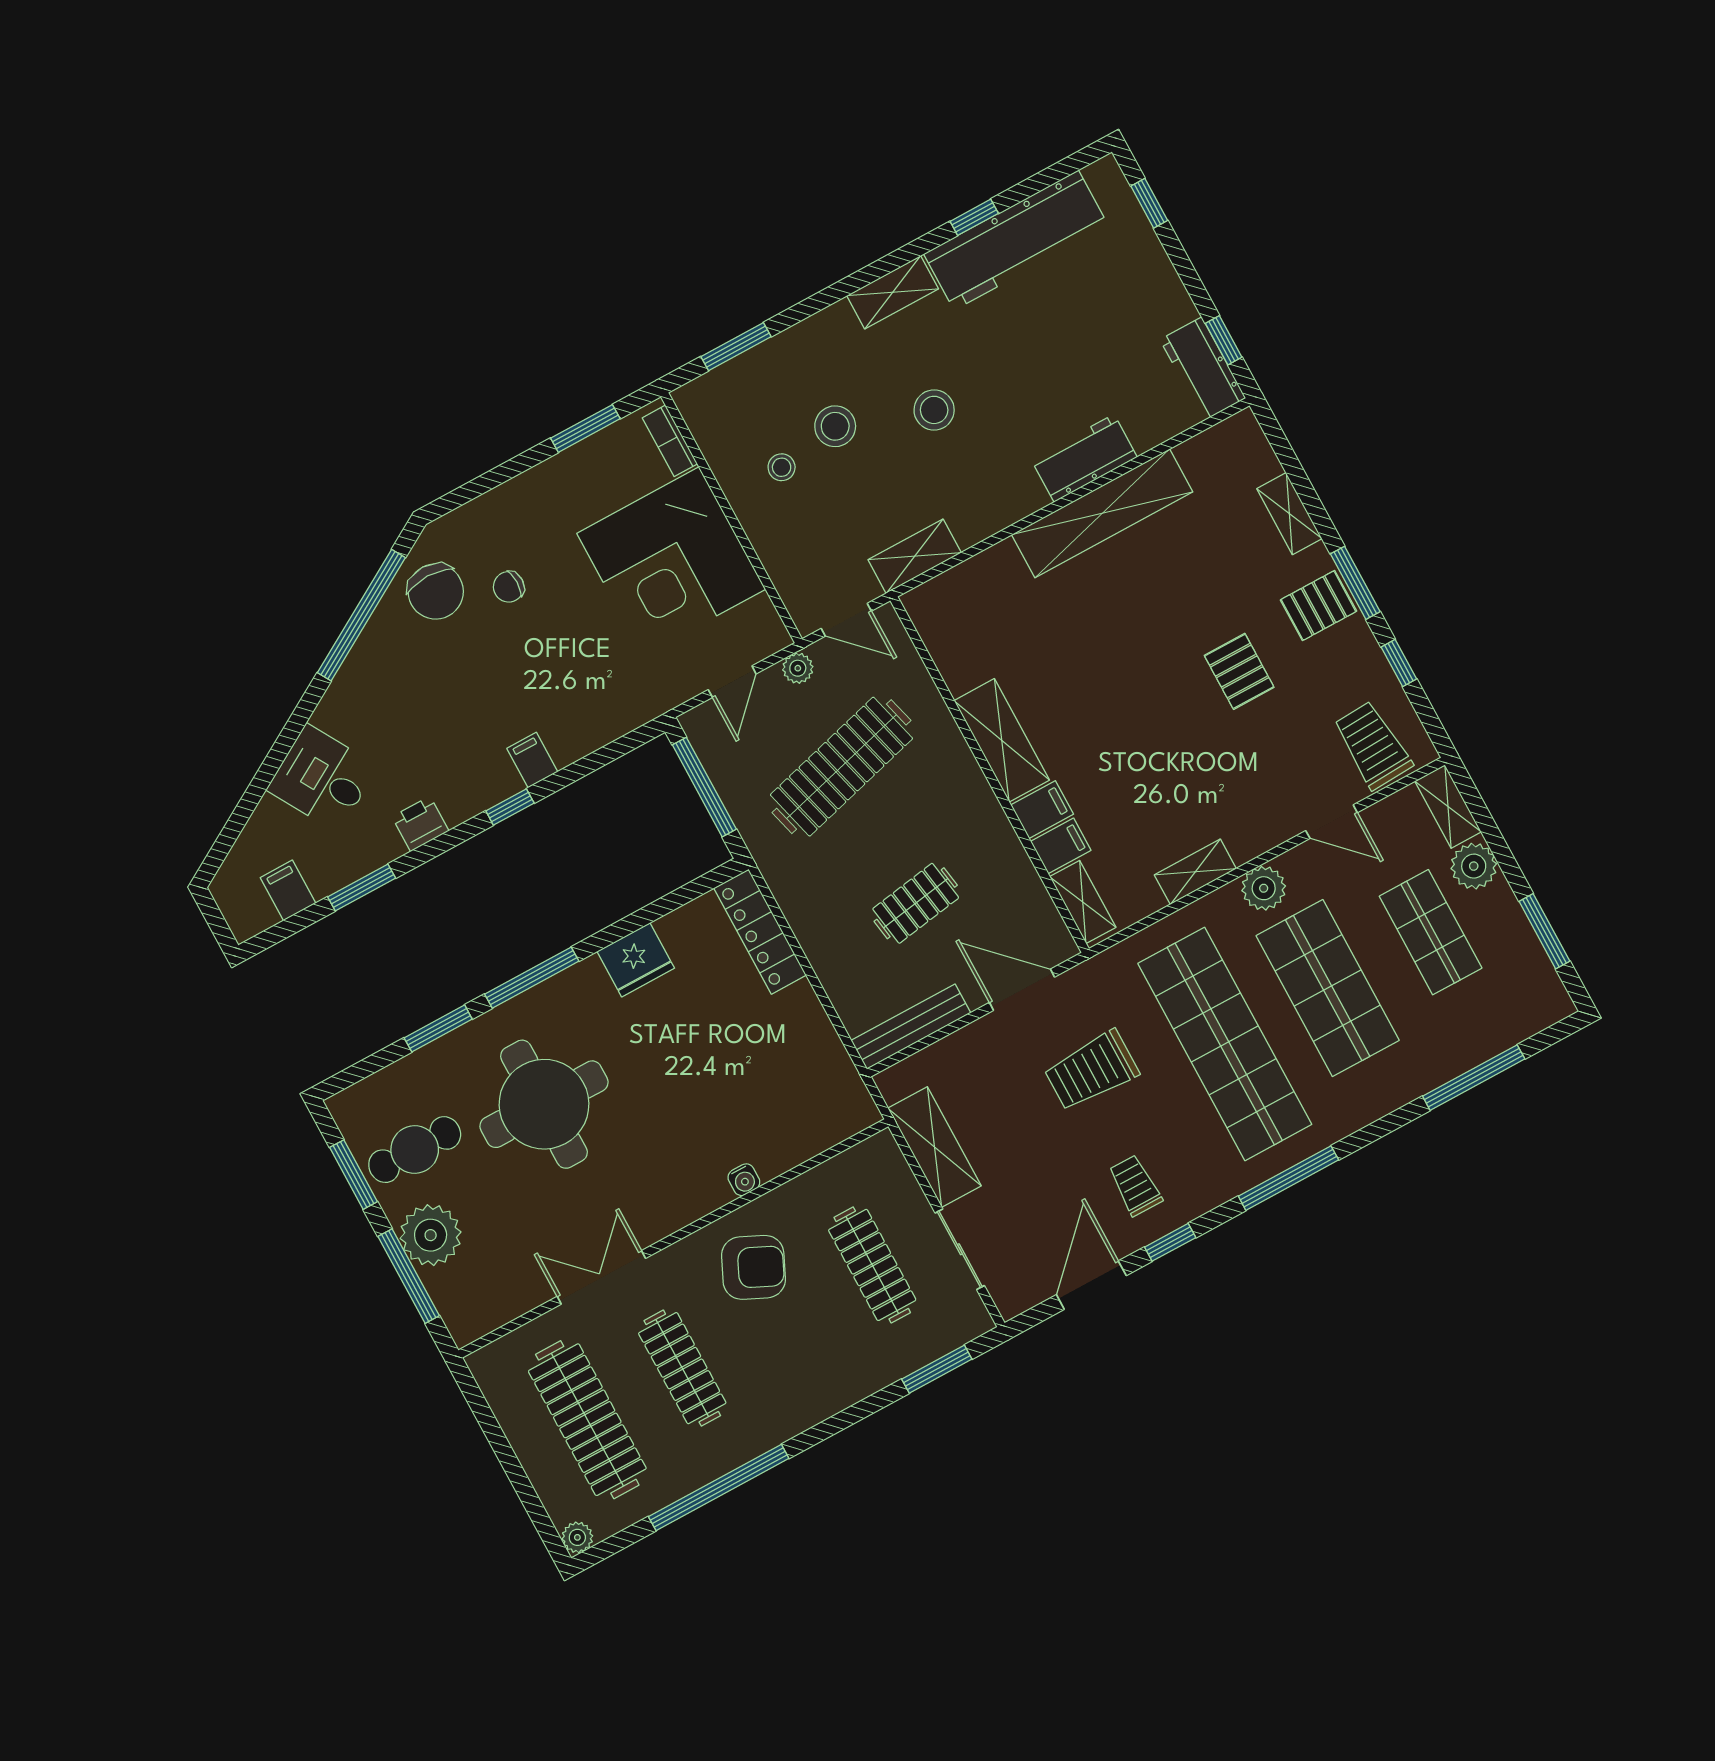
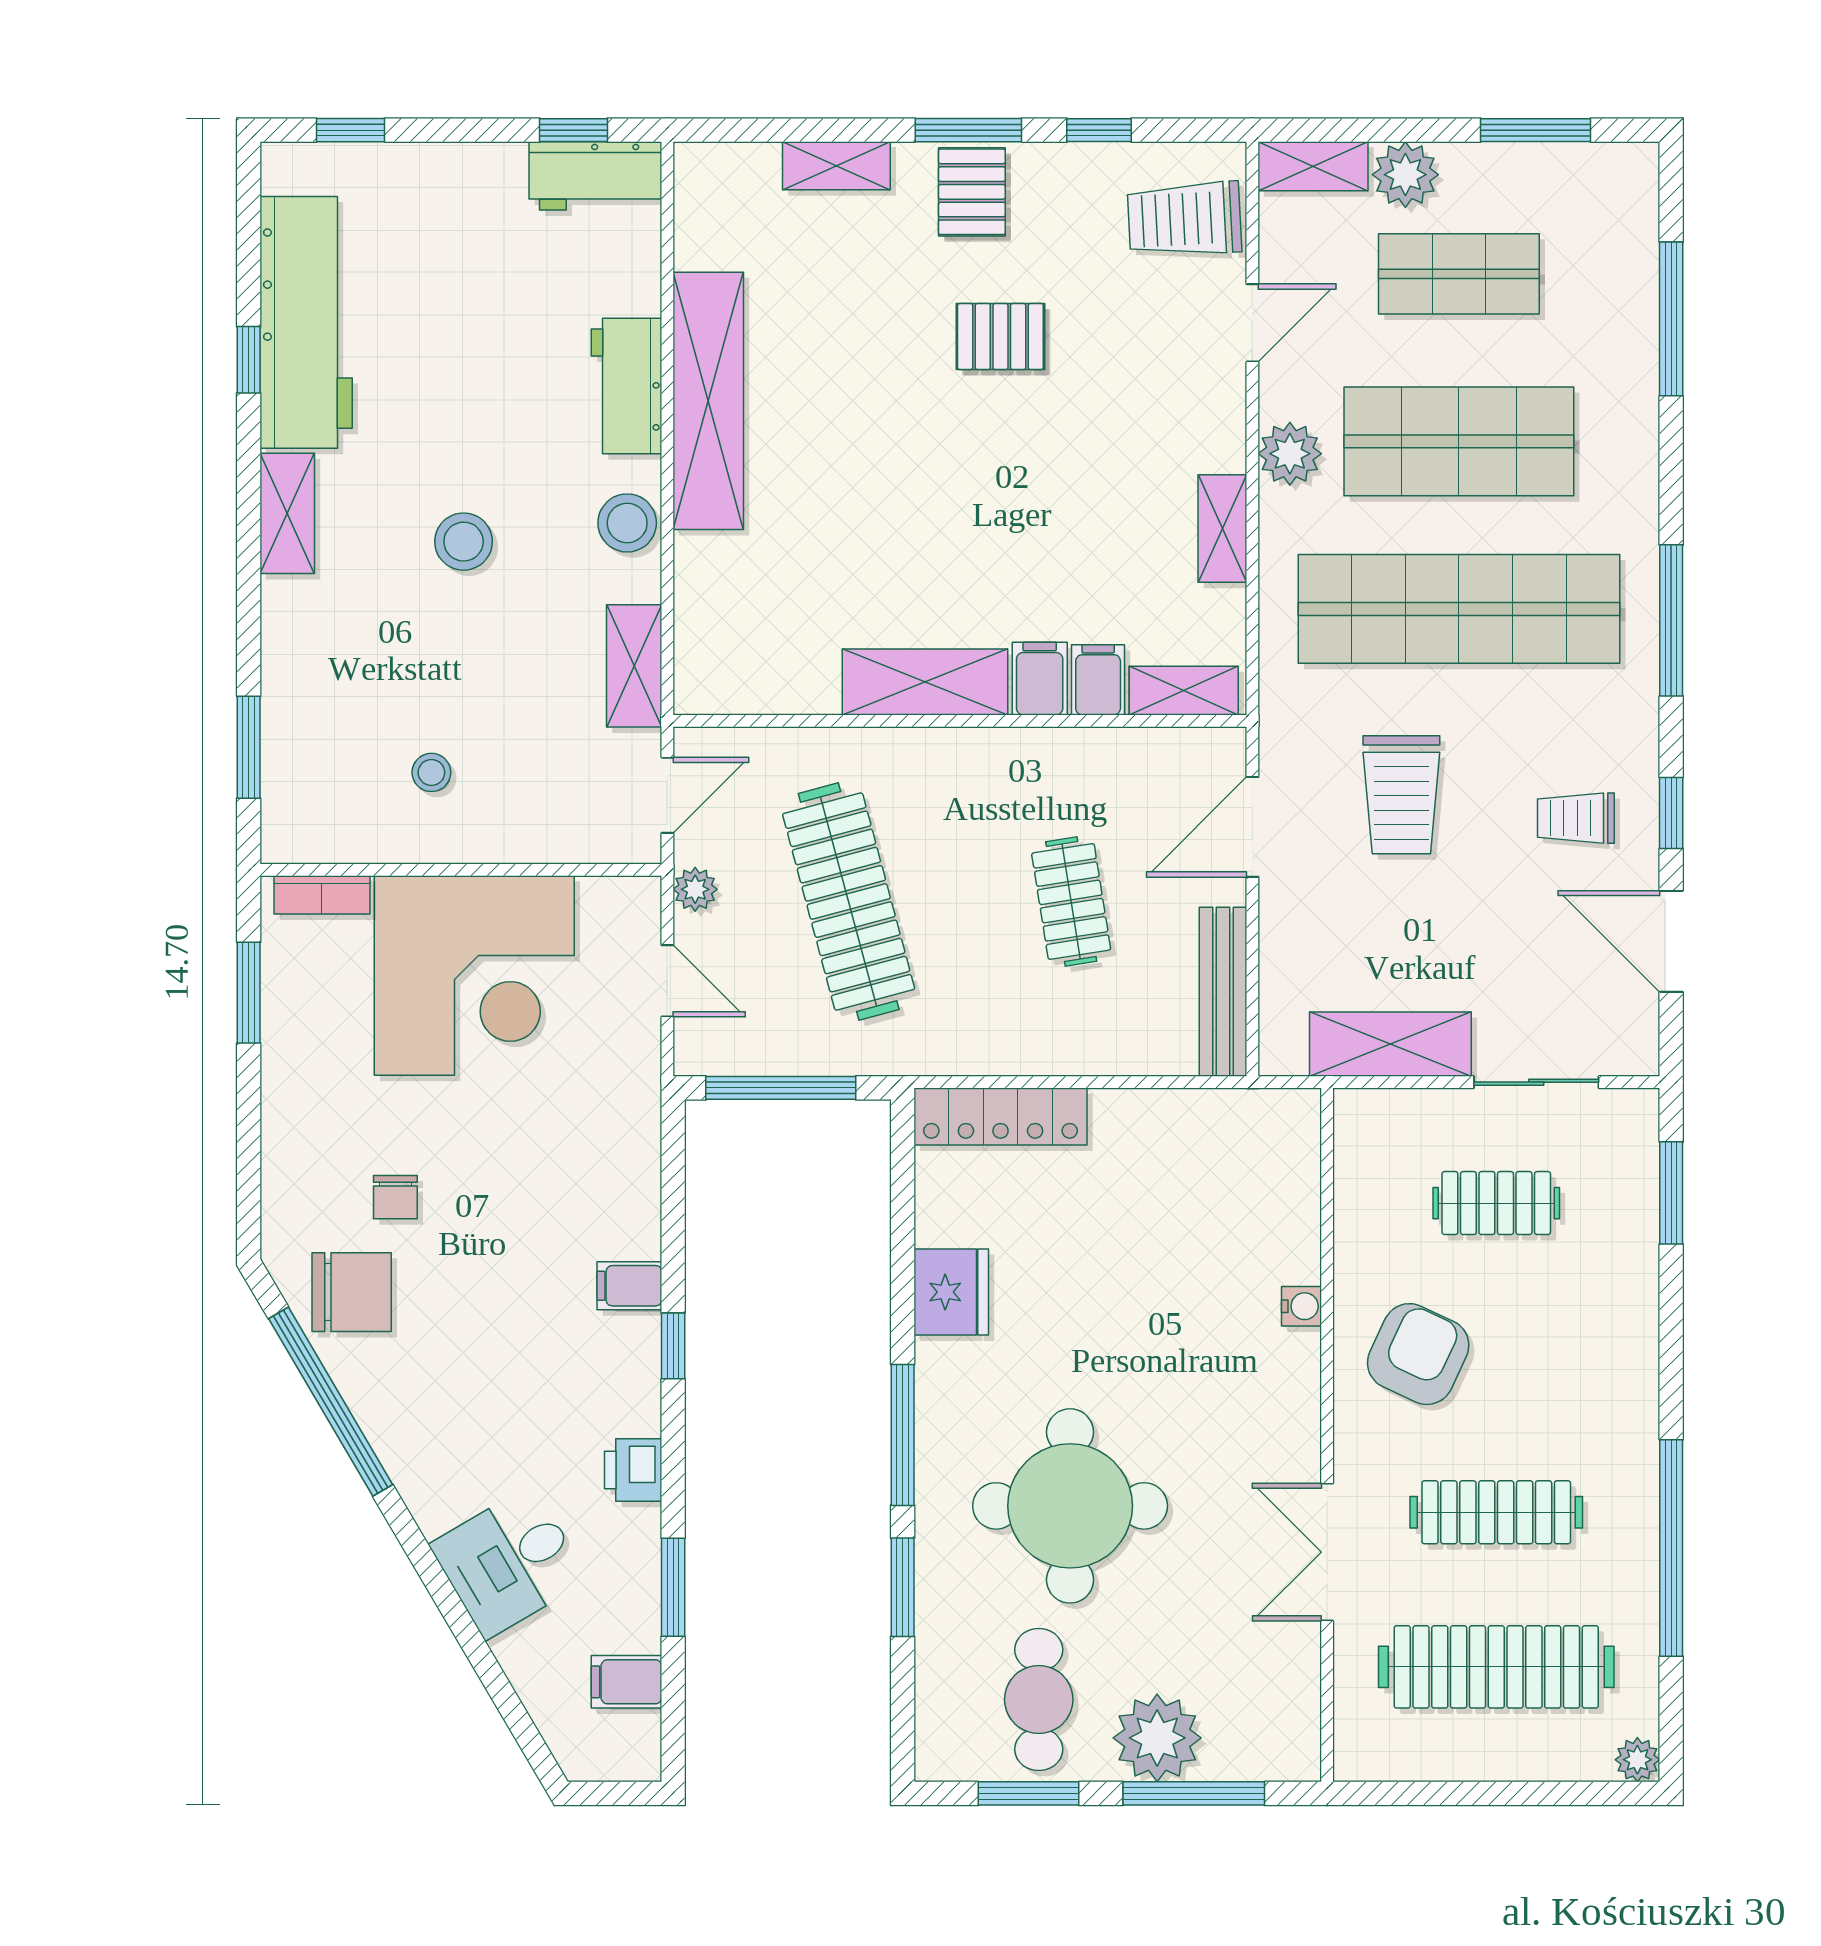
stool: (835, 426) -> (627, 523), moved
clothes rail: (872, 1265) -> (1496, 1203), width x0.73

